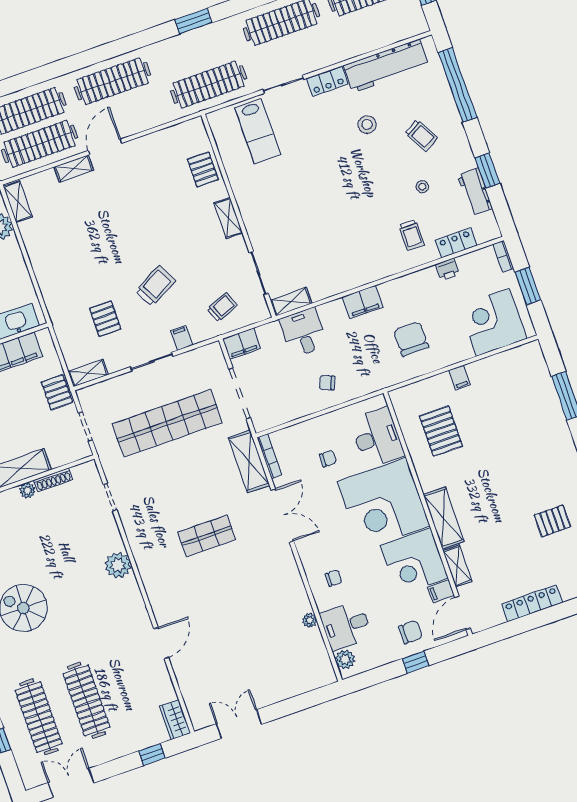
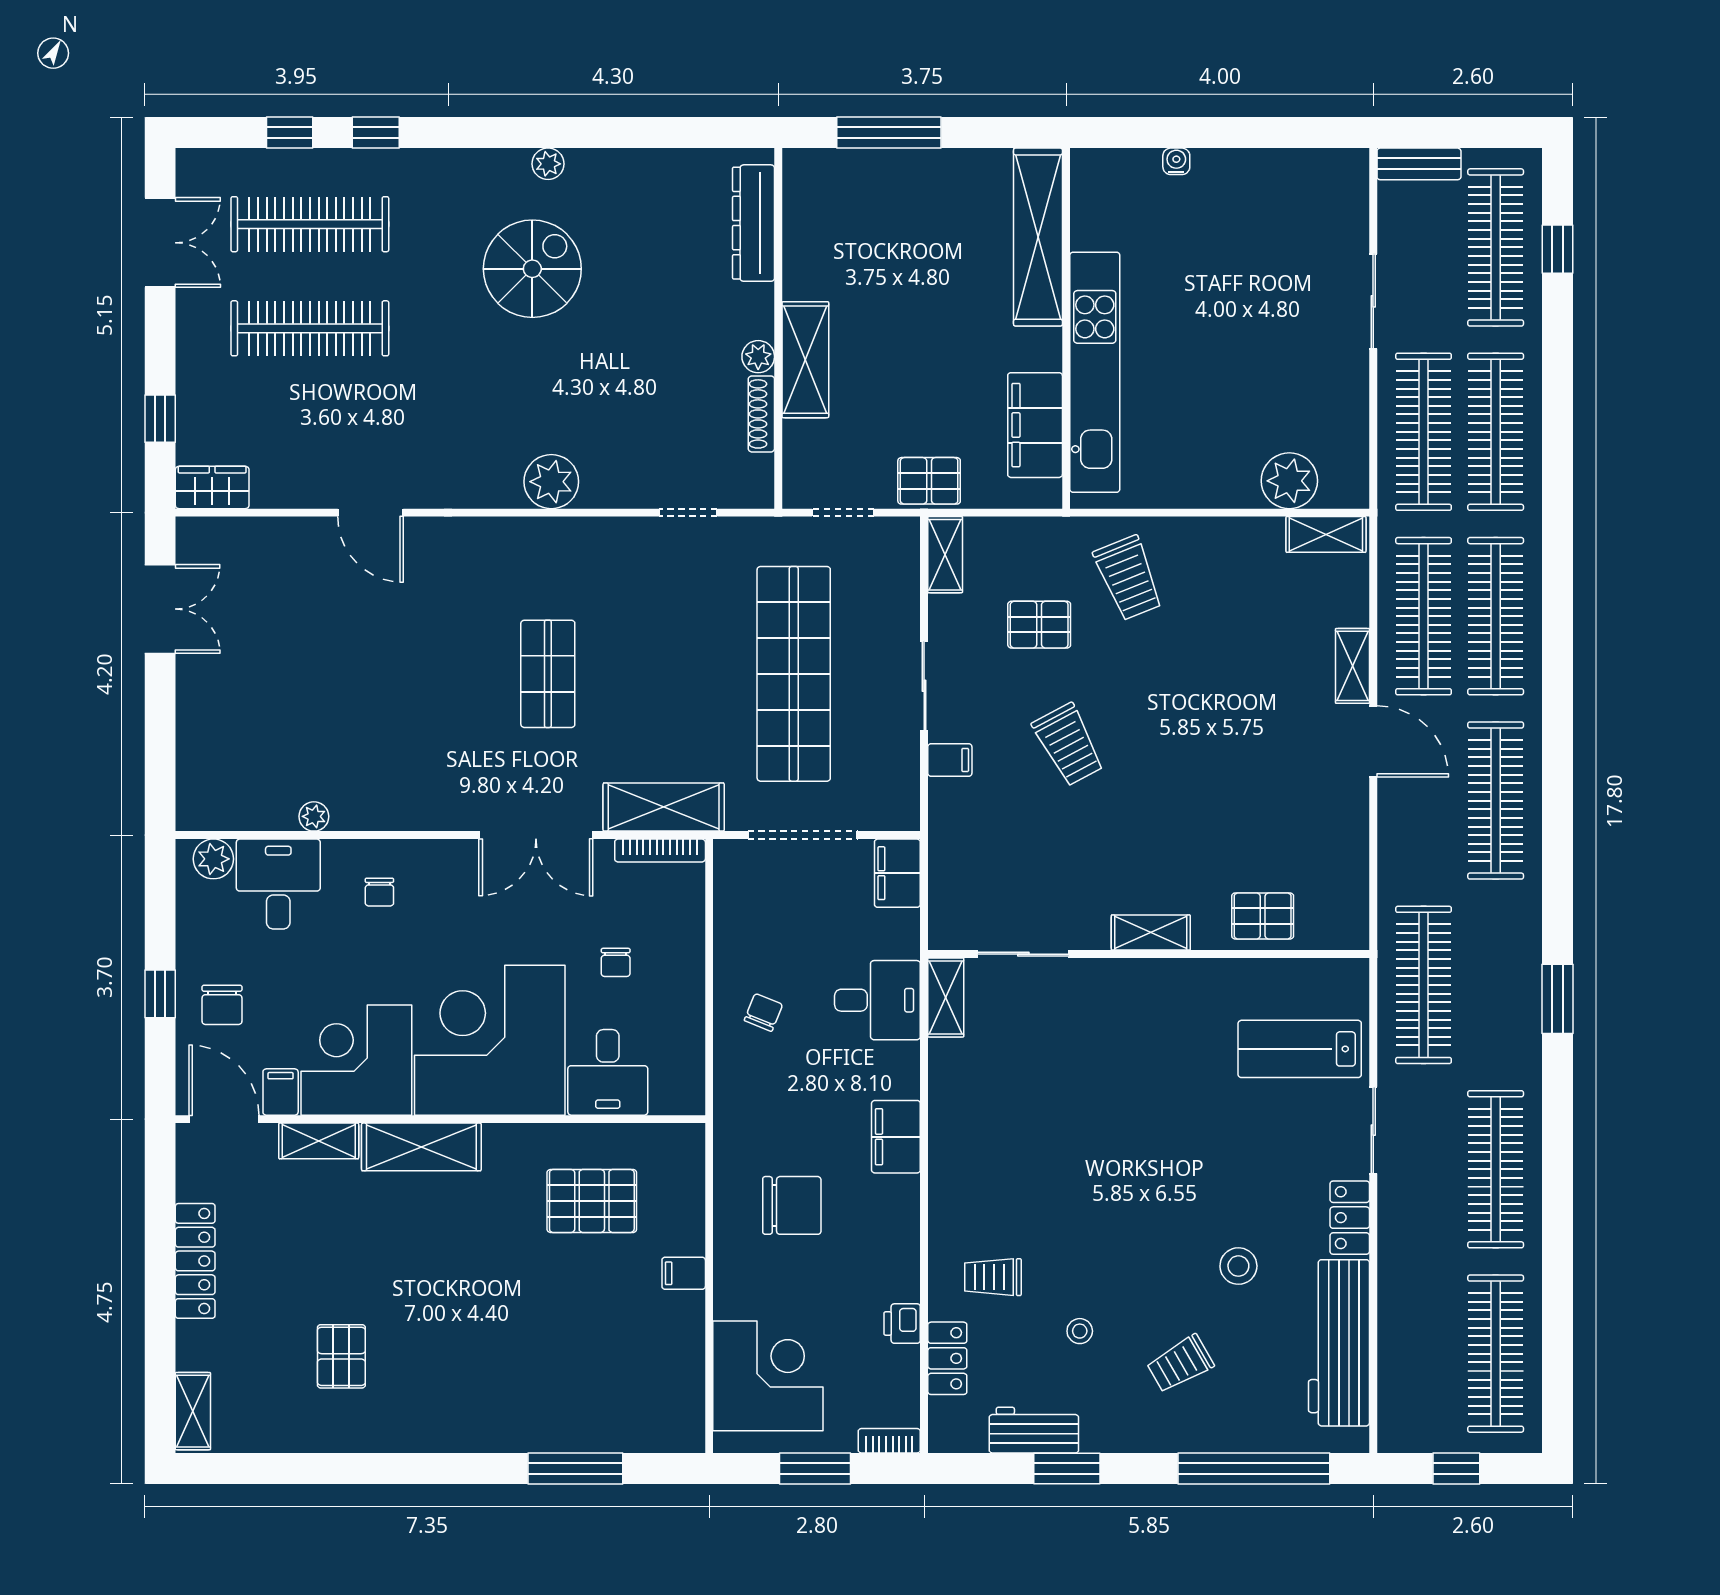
trolley: (222, 307) -> (1128, 578), moved, width x1.36, depth x1.39
desk: (377, 438) -> (608, 1072), width x0.73

